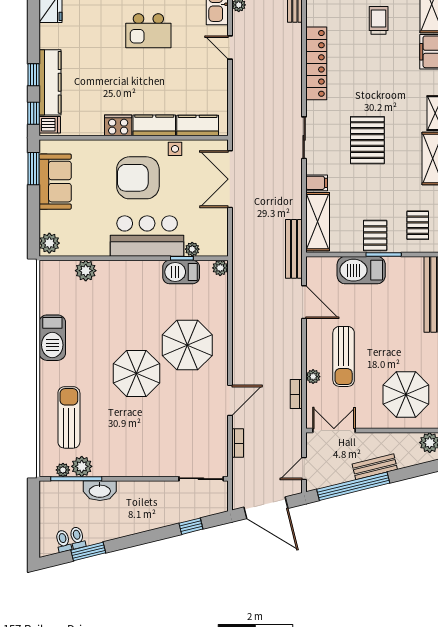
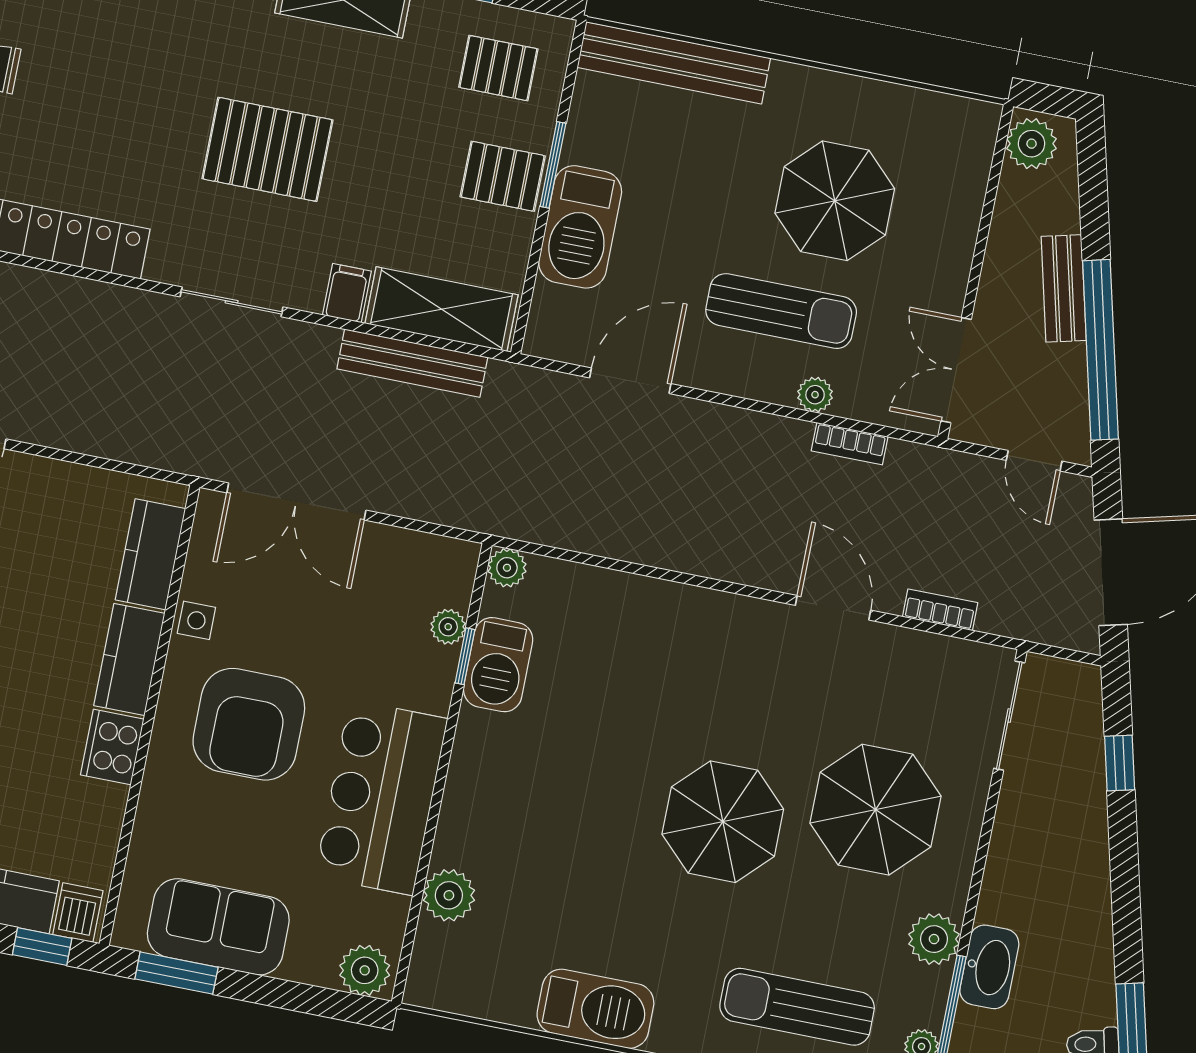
bar counter: (147, 236) -> (381, 798), moved
bench: (294, 249) -> (412, 363), moved
parasol: (187, 345) -> (876, 810), moved
parasol: (406, 394) -> (835, 201), moved
plant: (82, 466) -> (934, 939), moved

